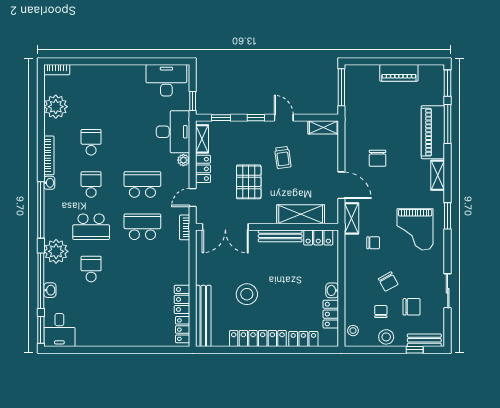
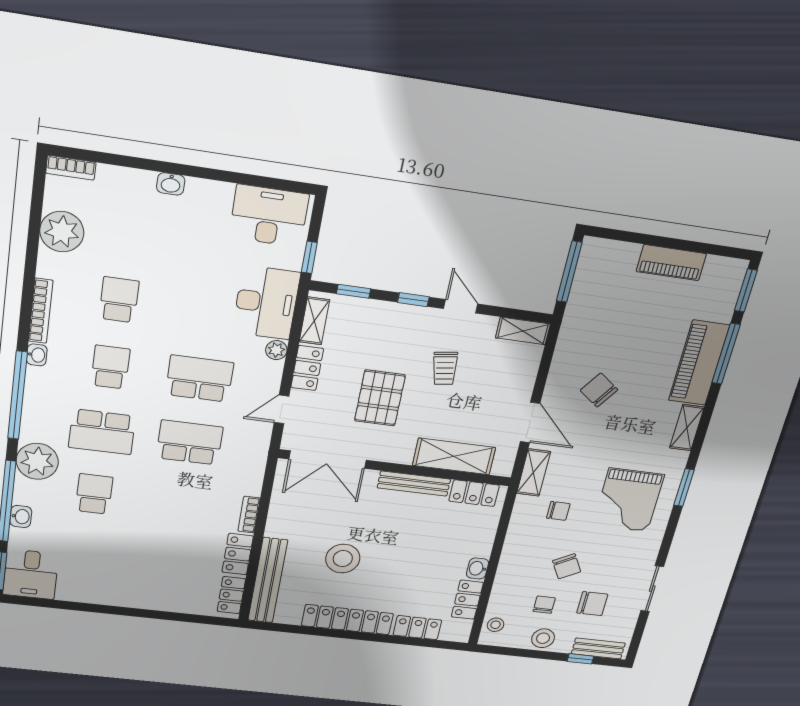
washbasin: (111, 70) -> (171, 184), added
chair: (378, 158) -> (599, 390), turned 126
bookcase: (185, 227) -> (249, 515), moved

